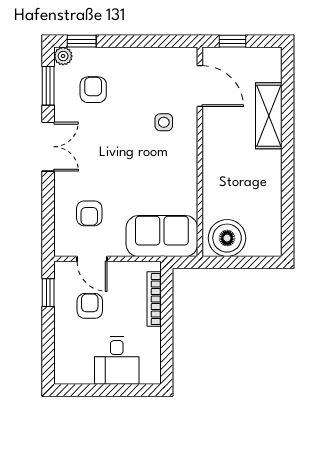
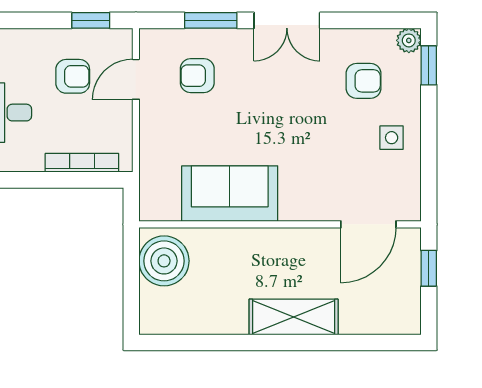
window: (48, 86) -> (211, 20), moved
shelving: (269, 116) -> (294, 317), moved
side table: (164, 122) -> (392, 138), moved
sofa: (162, 236) -> (230, 194), moved, turned -90

